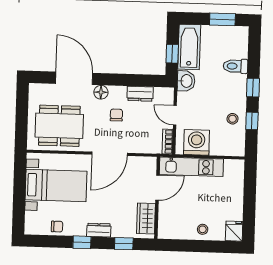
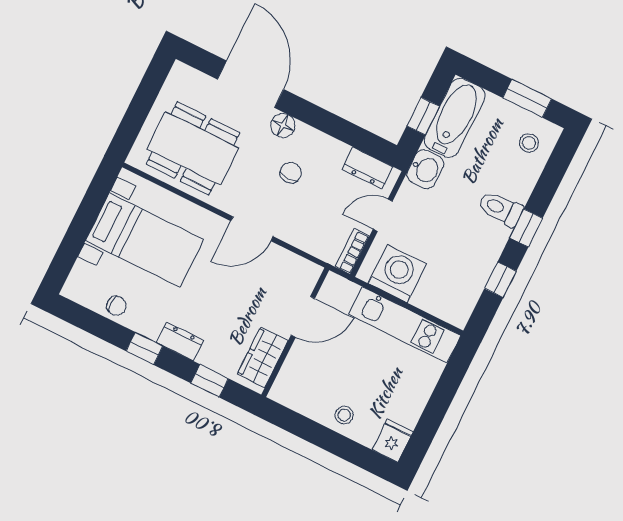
toilet: (236, 66) -> (501, 209), moved
dresser: (140, 94) -> (367, 168), moved
door: (175, 115) -> (383, 215), hinge flipped
stool: (233, 119) -> (529, 143), moved
door: (110, 154) -> (252, 229), width x0.73
kitchen unit: (191, 167) -> (405, 325), moved

